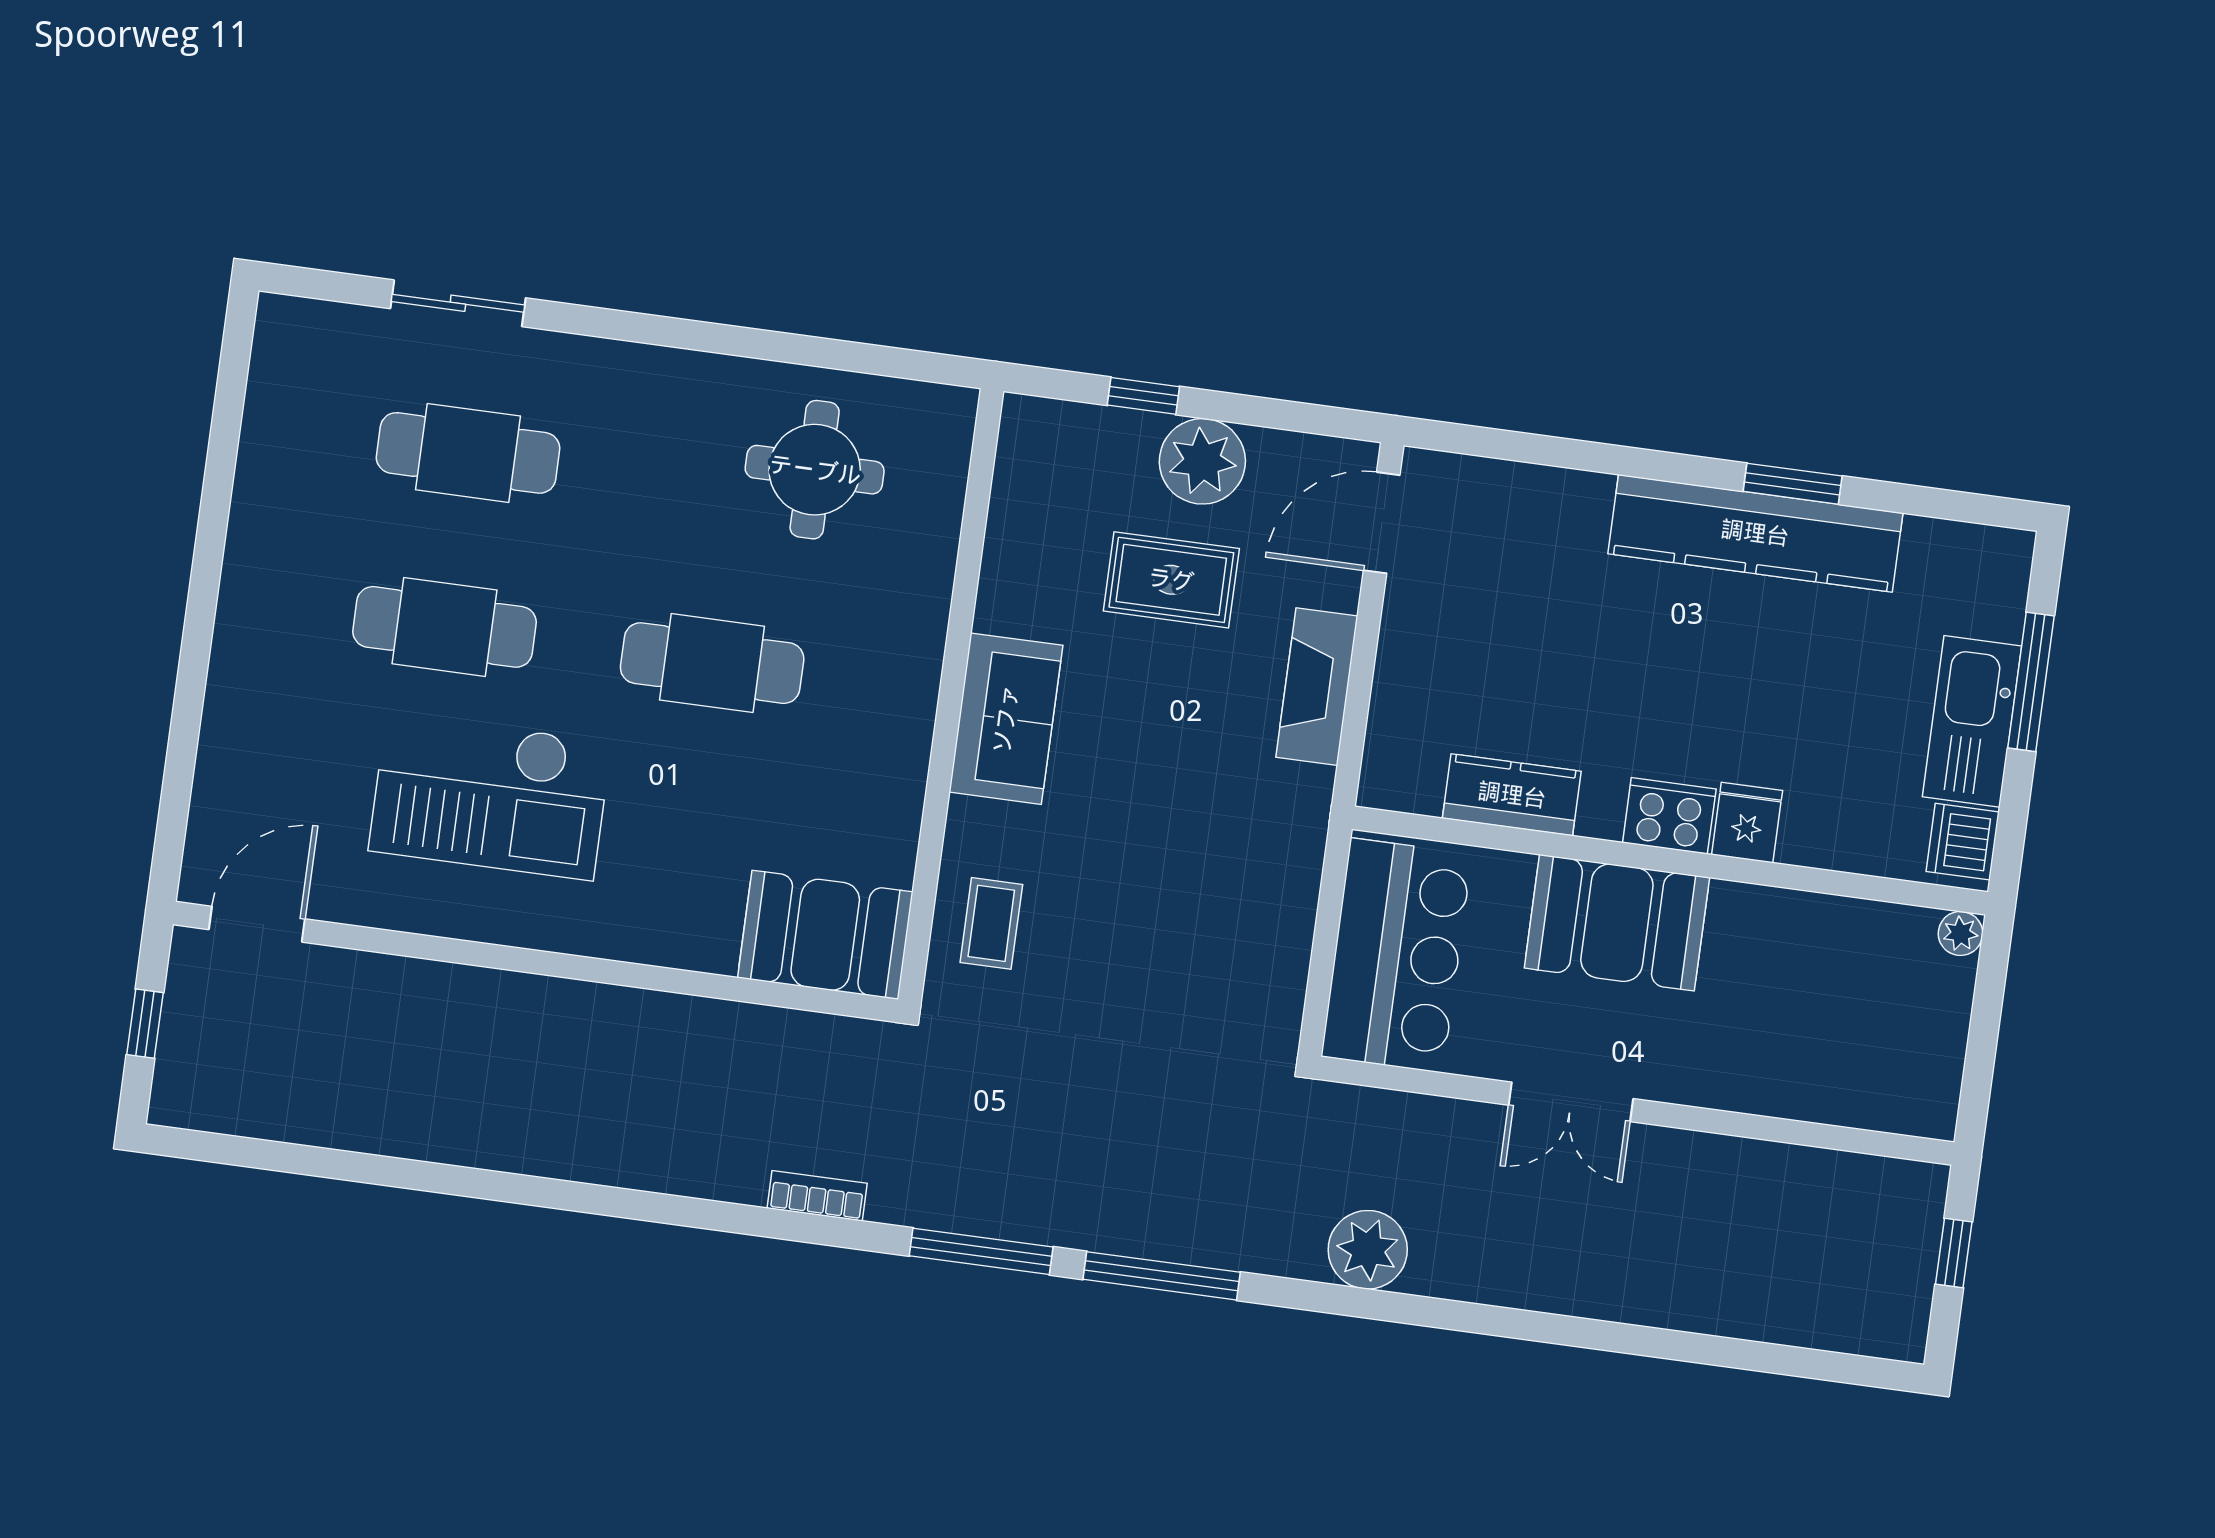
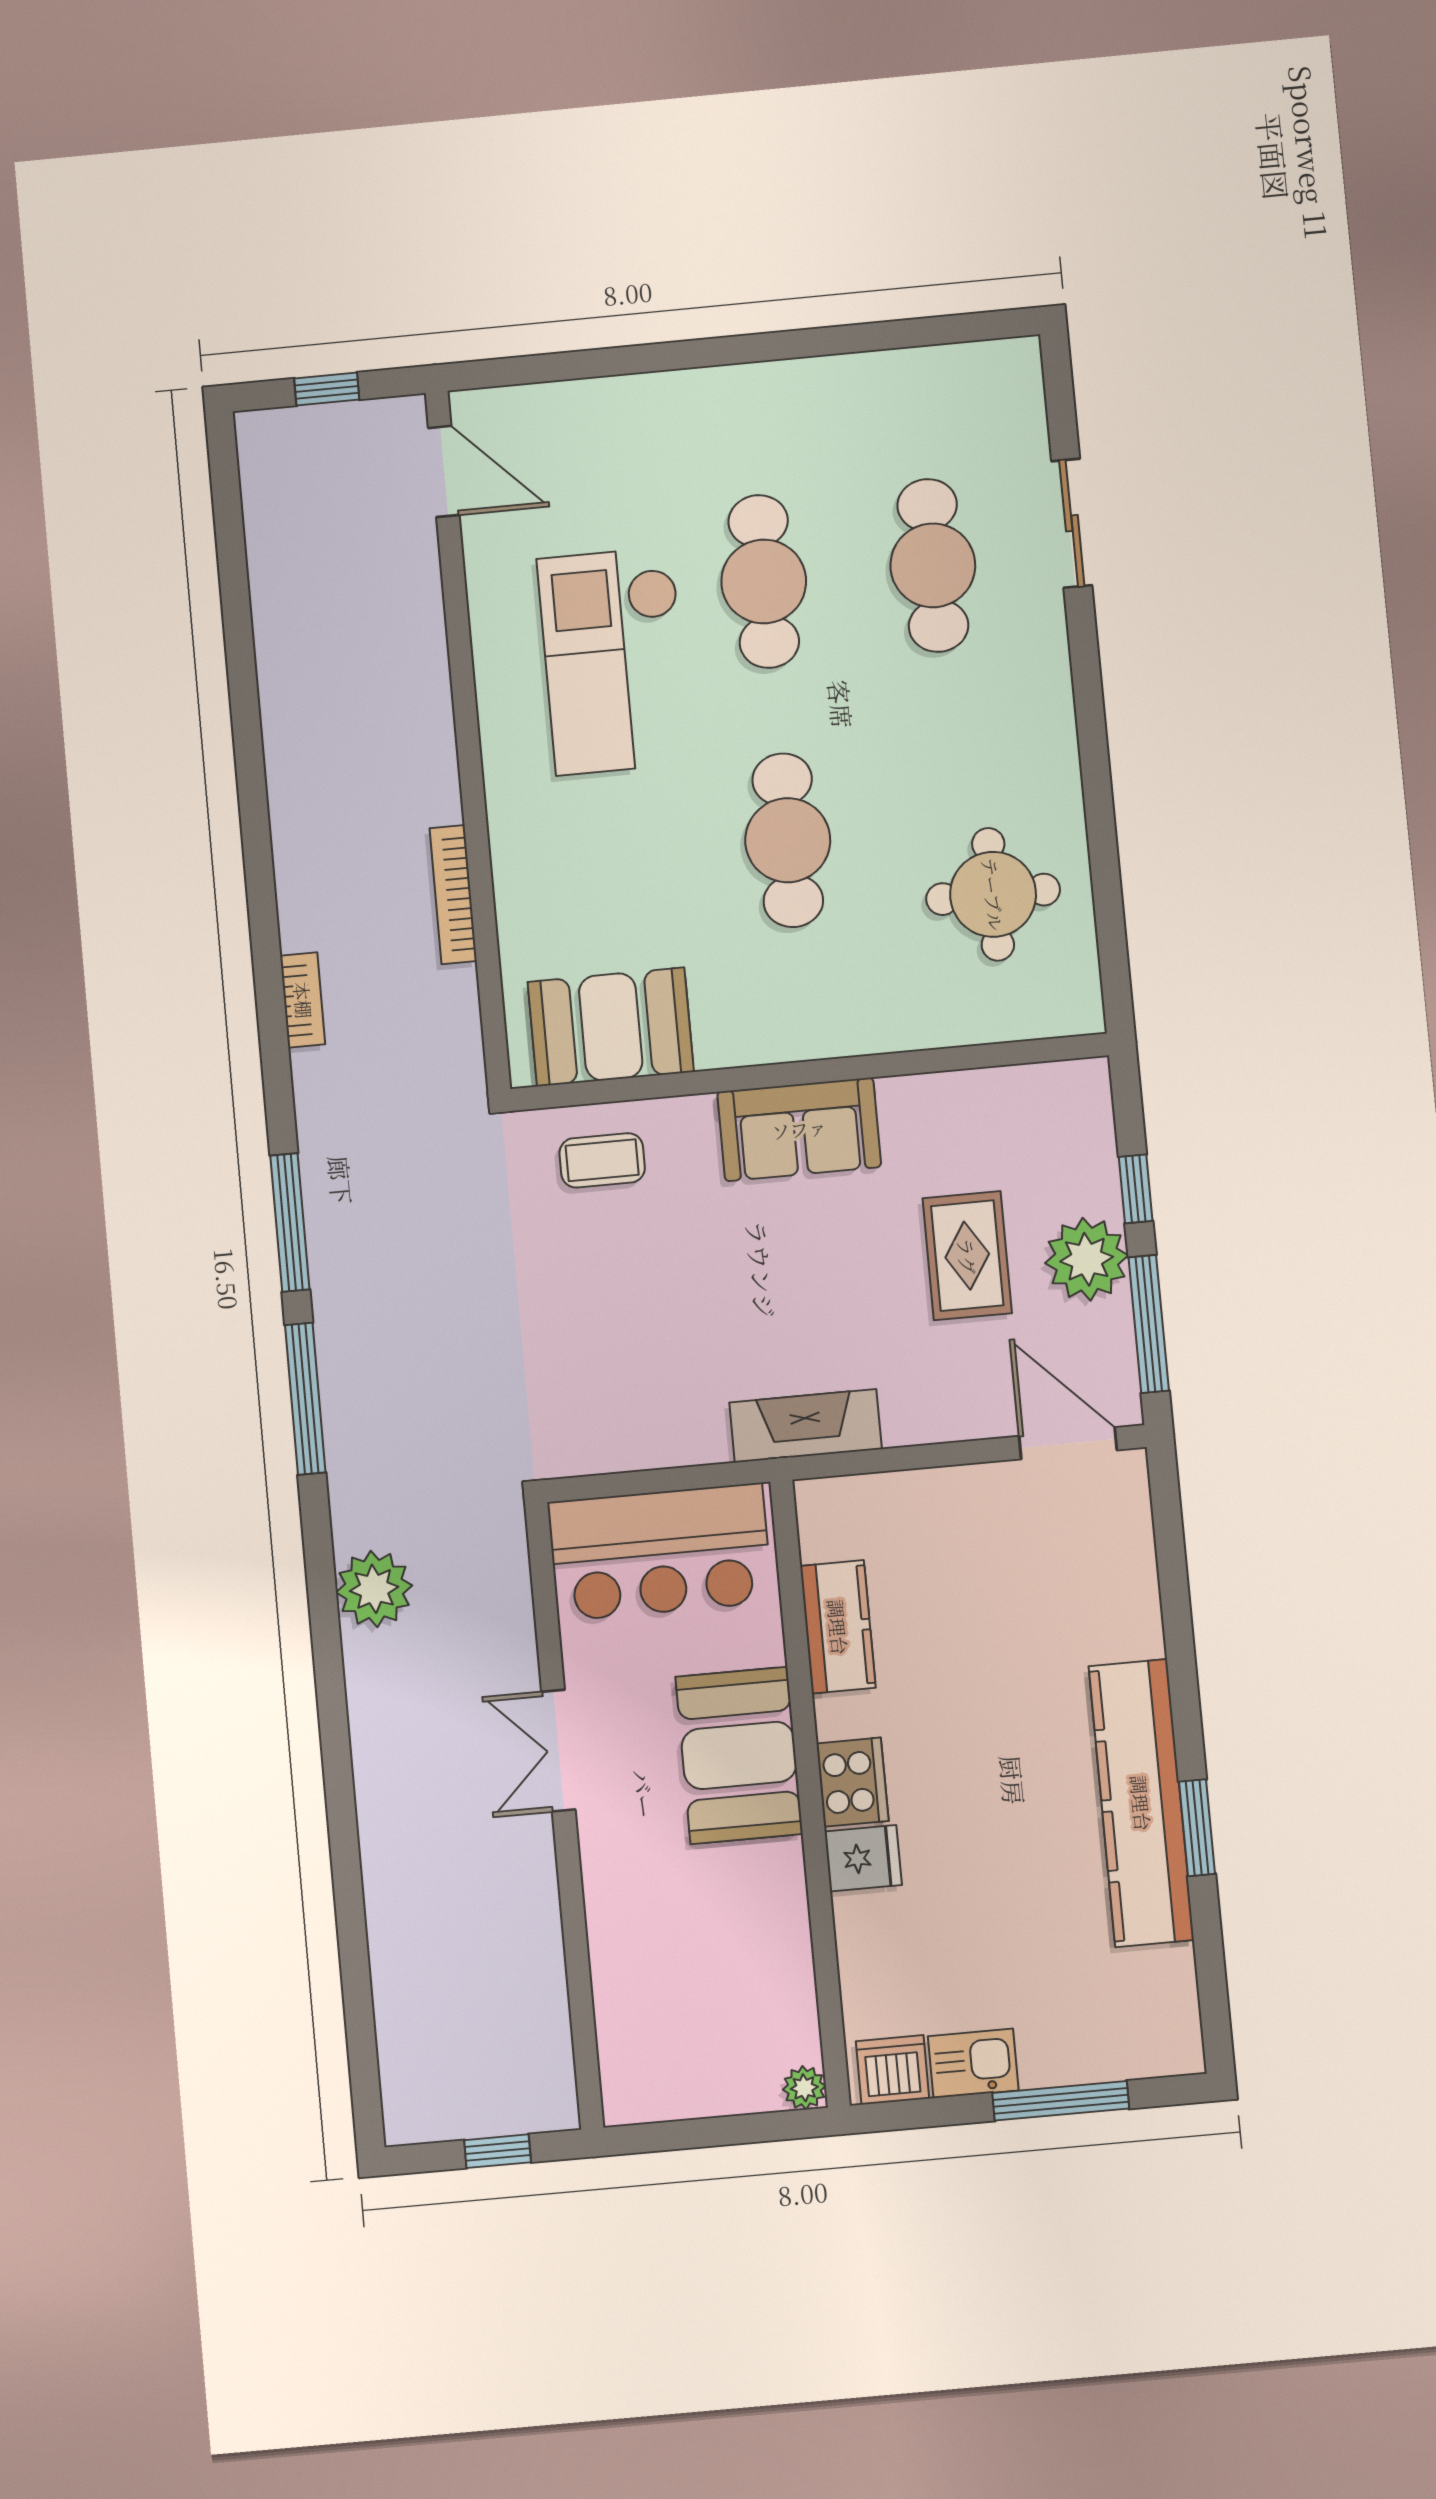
window: (1281, 415) -> (1149, 1324), added
fireplace: (1317, 687) -> (806, 1426), moved
kitchen sink: (1972, 721) -> (973, 2063), width x0.53, depth x0.81
booth: (825, 935) -> (611, 1027), moved, turned 90
bookcase: (689, 1012) -> (453, 895), added
bookcase: (817, 1196) -> (303, 1000), moved

